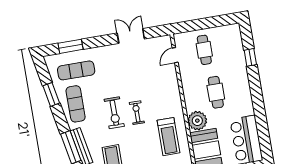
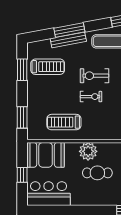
plant: (197, 121) -> (88, 151), moved

